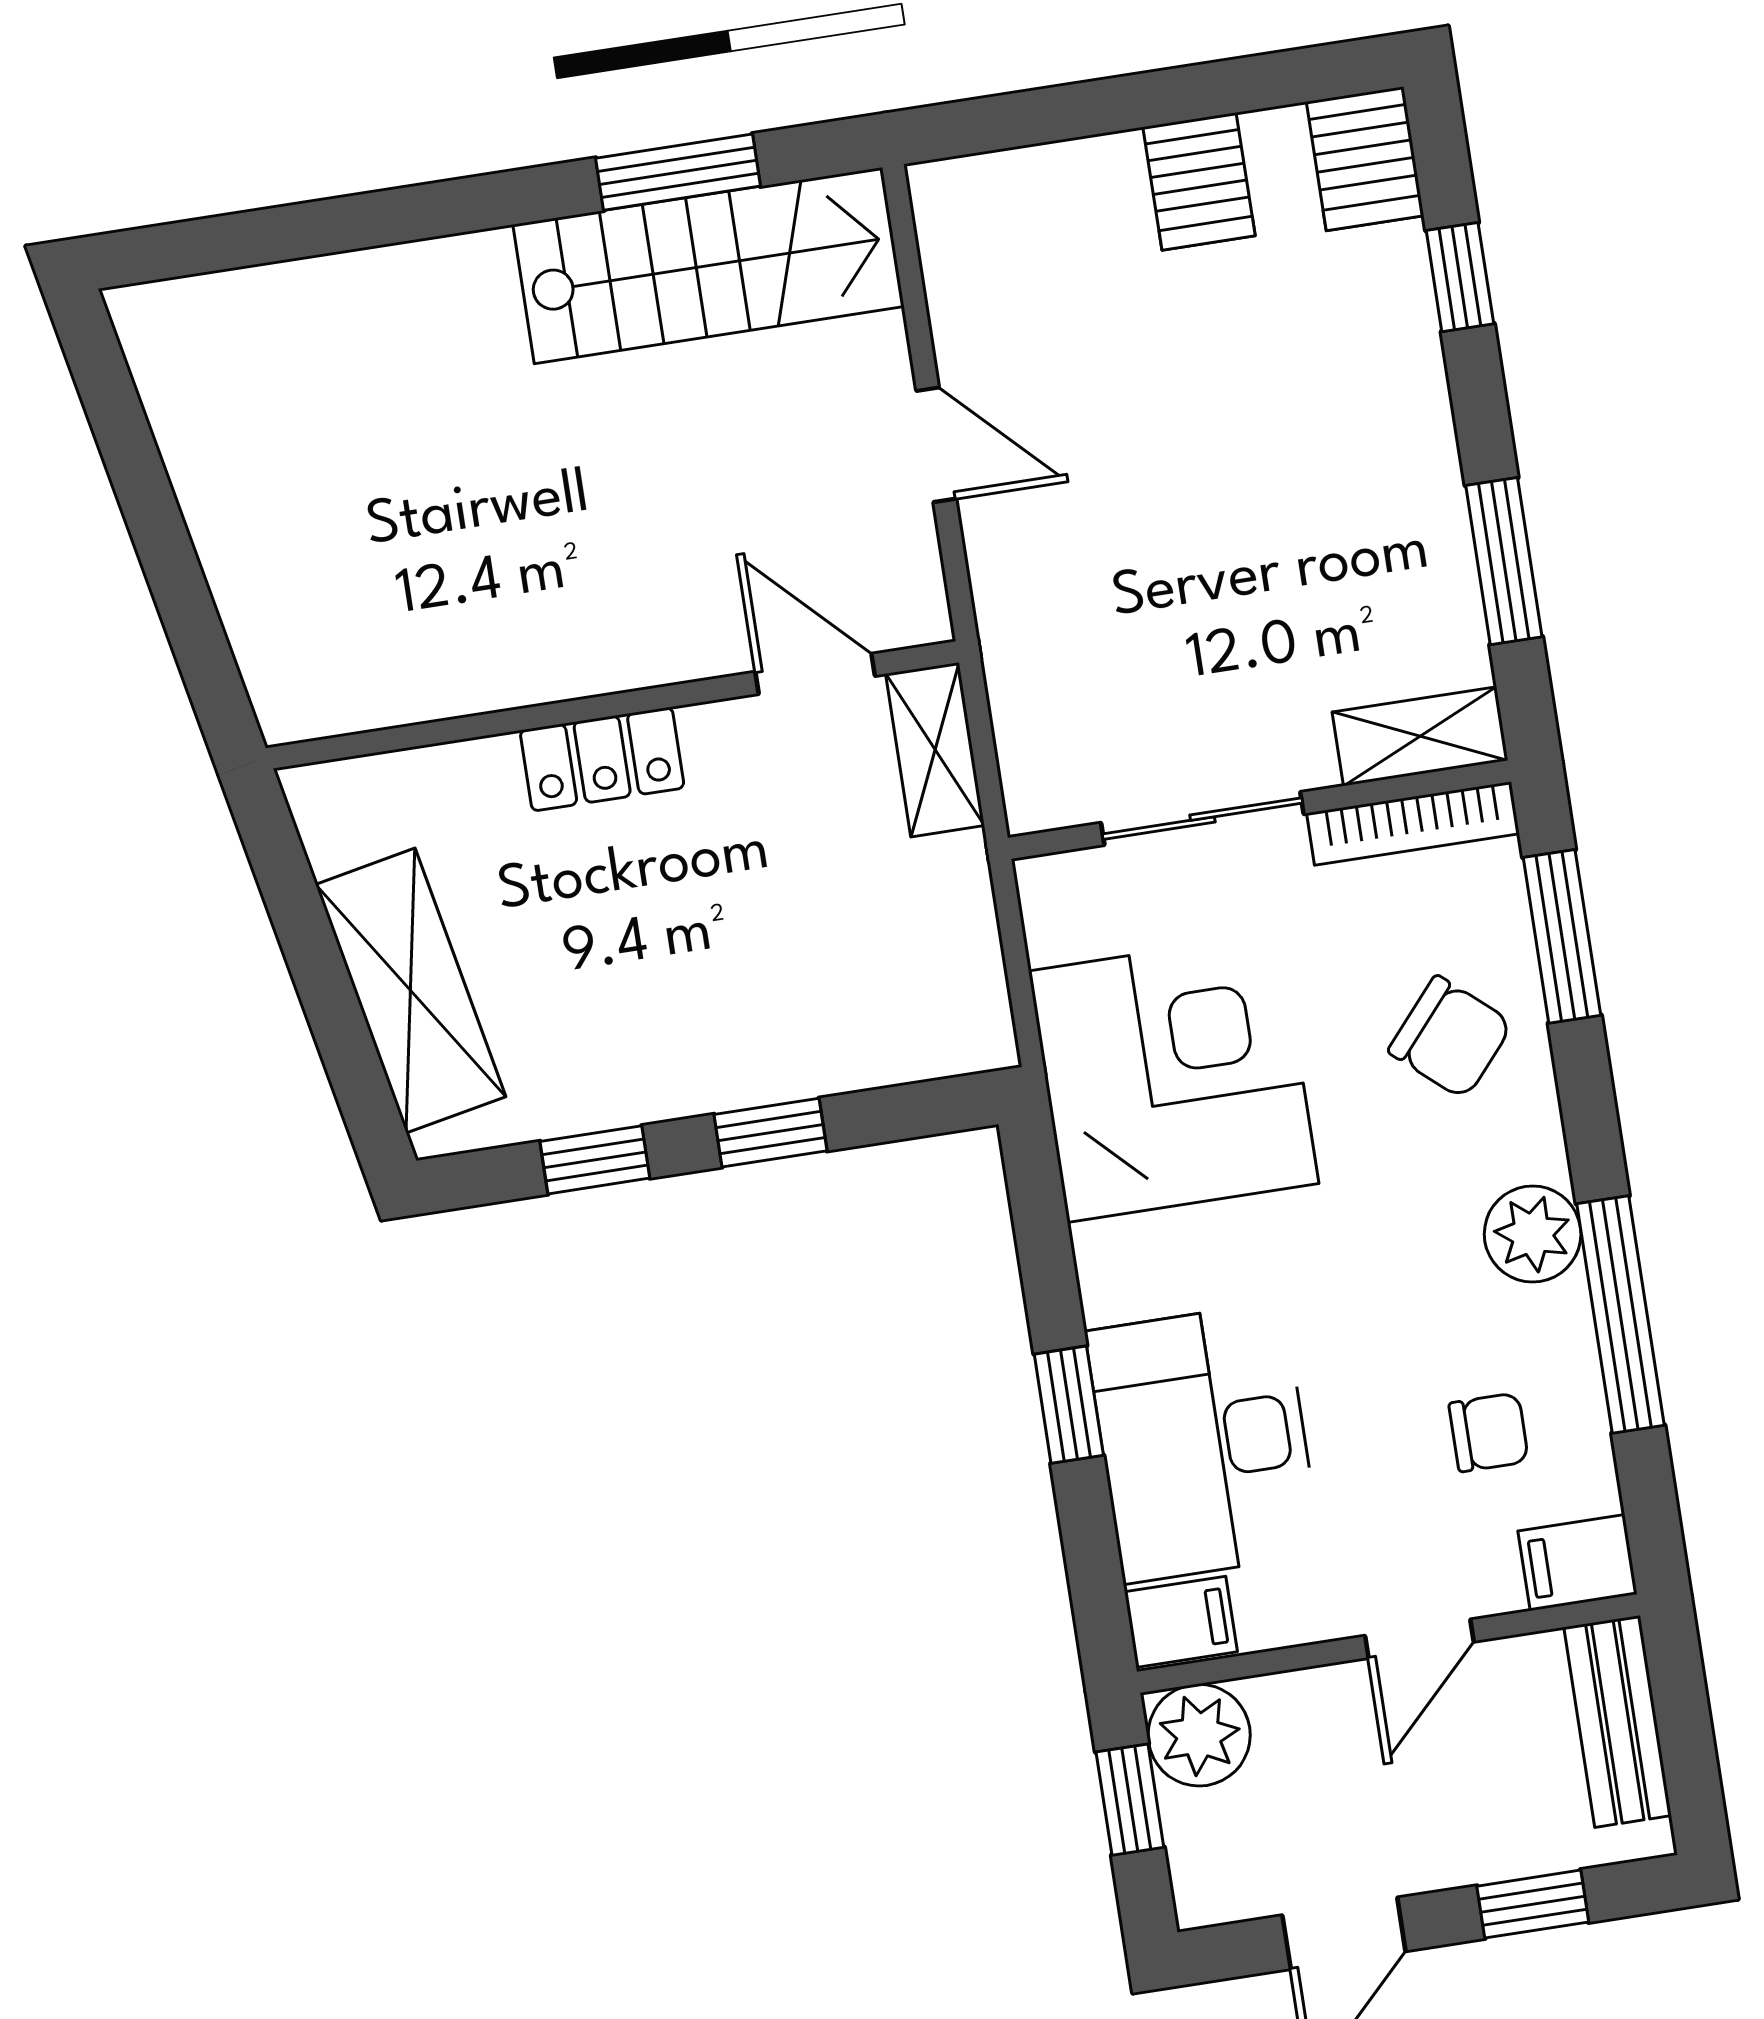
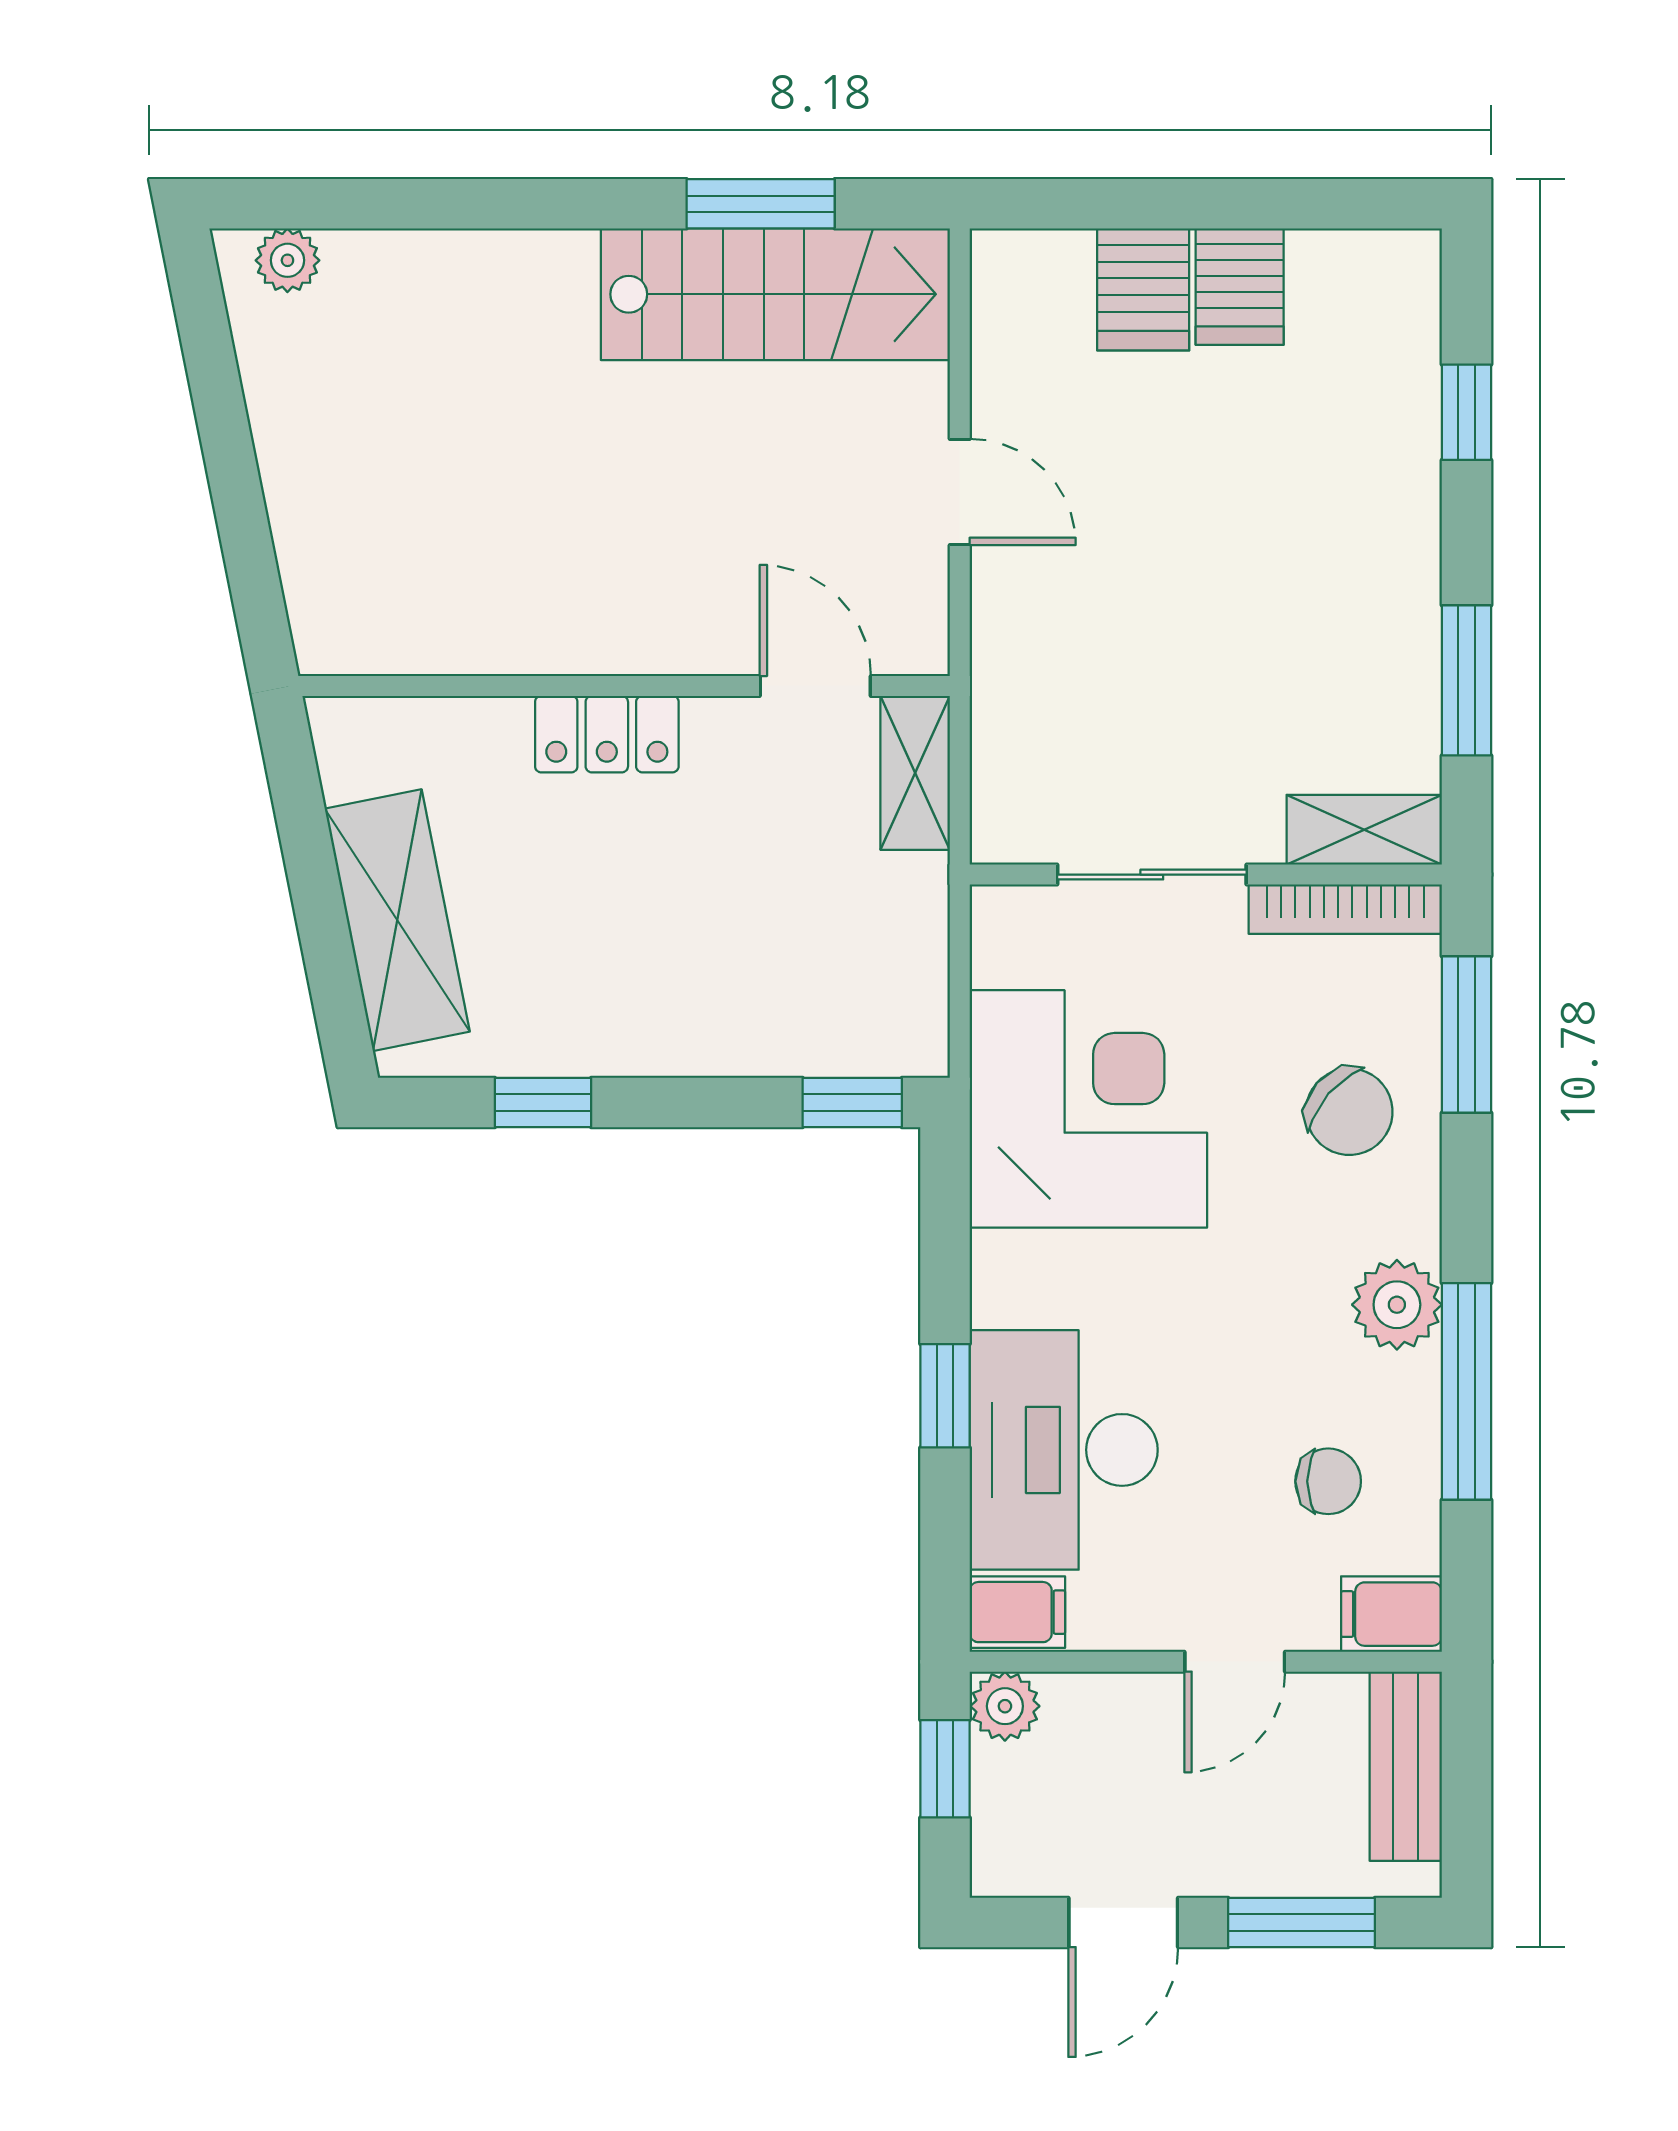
server rack: (1365, 159) -> (1143, 289), moved
plant: (186, 310) -> (287, 260), added
window: (771, 1133) -> (852, 1102), moved
plant: (1199, 1735) -> (1005, 1706), width x0.73, depth x0.73
window: (1533, 1904) -> (1301, 1922), width x1.50

